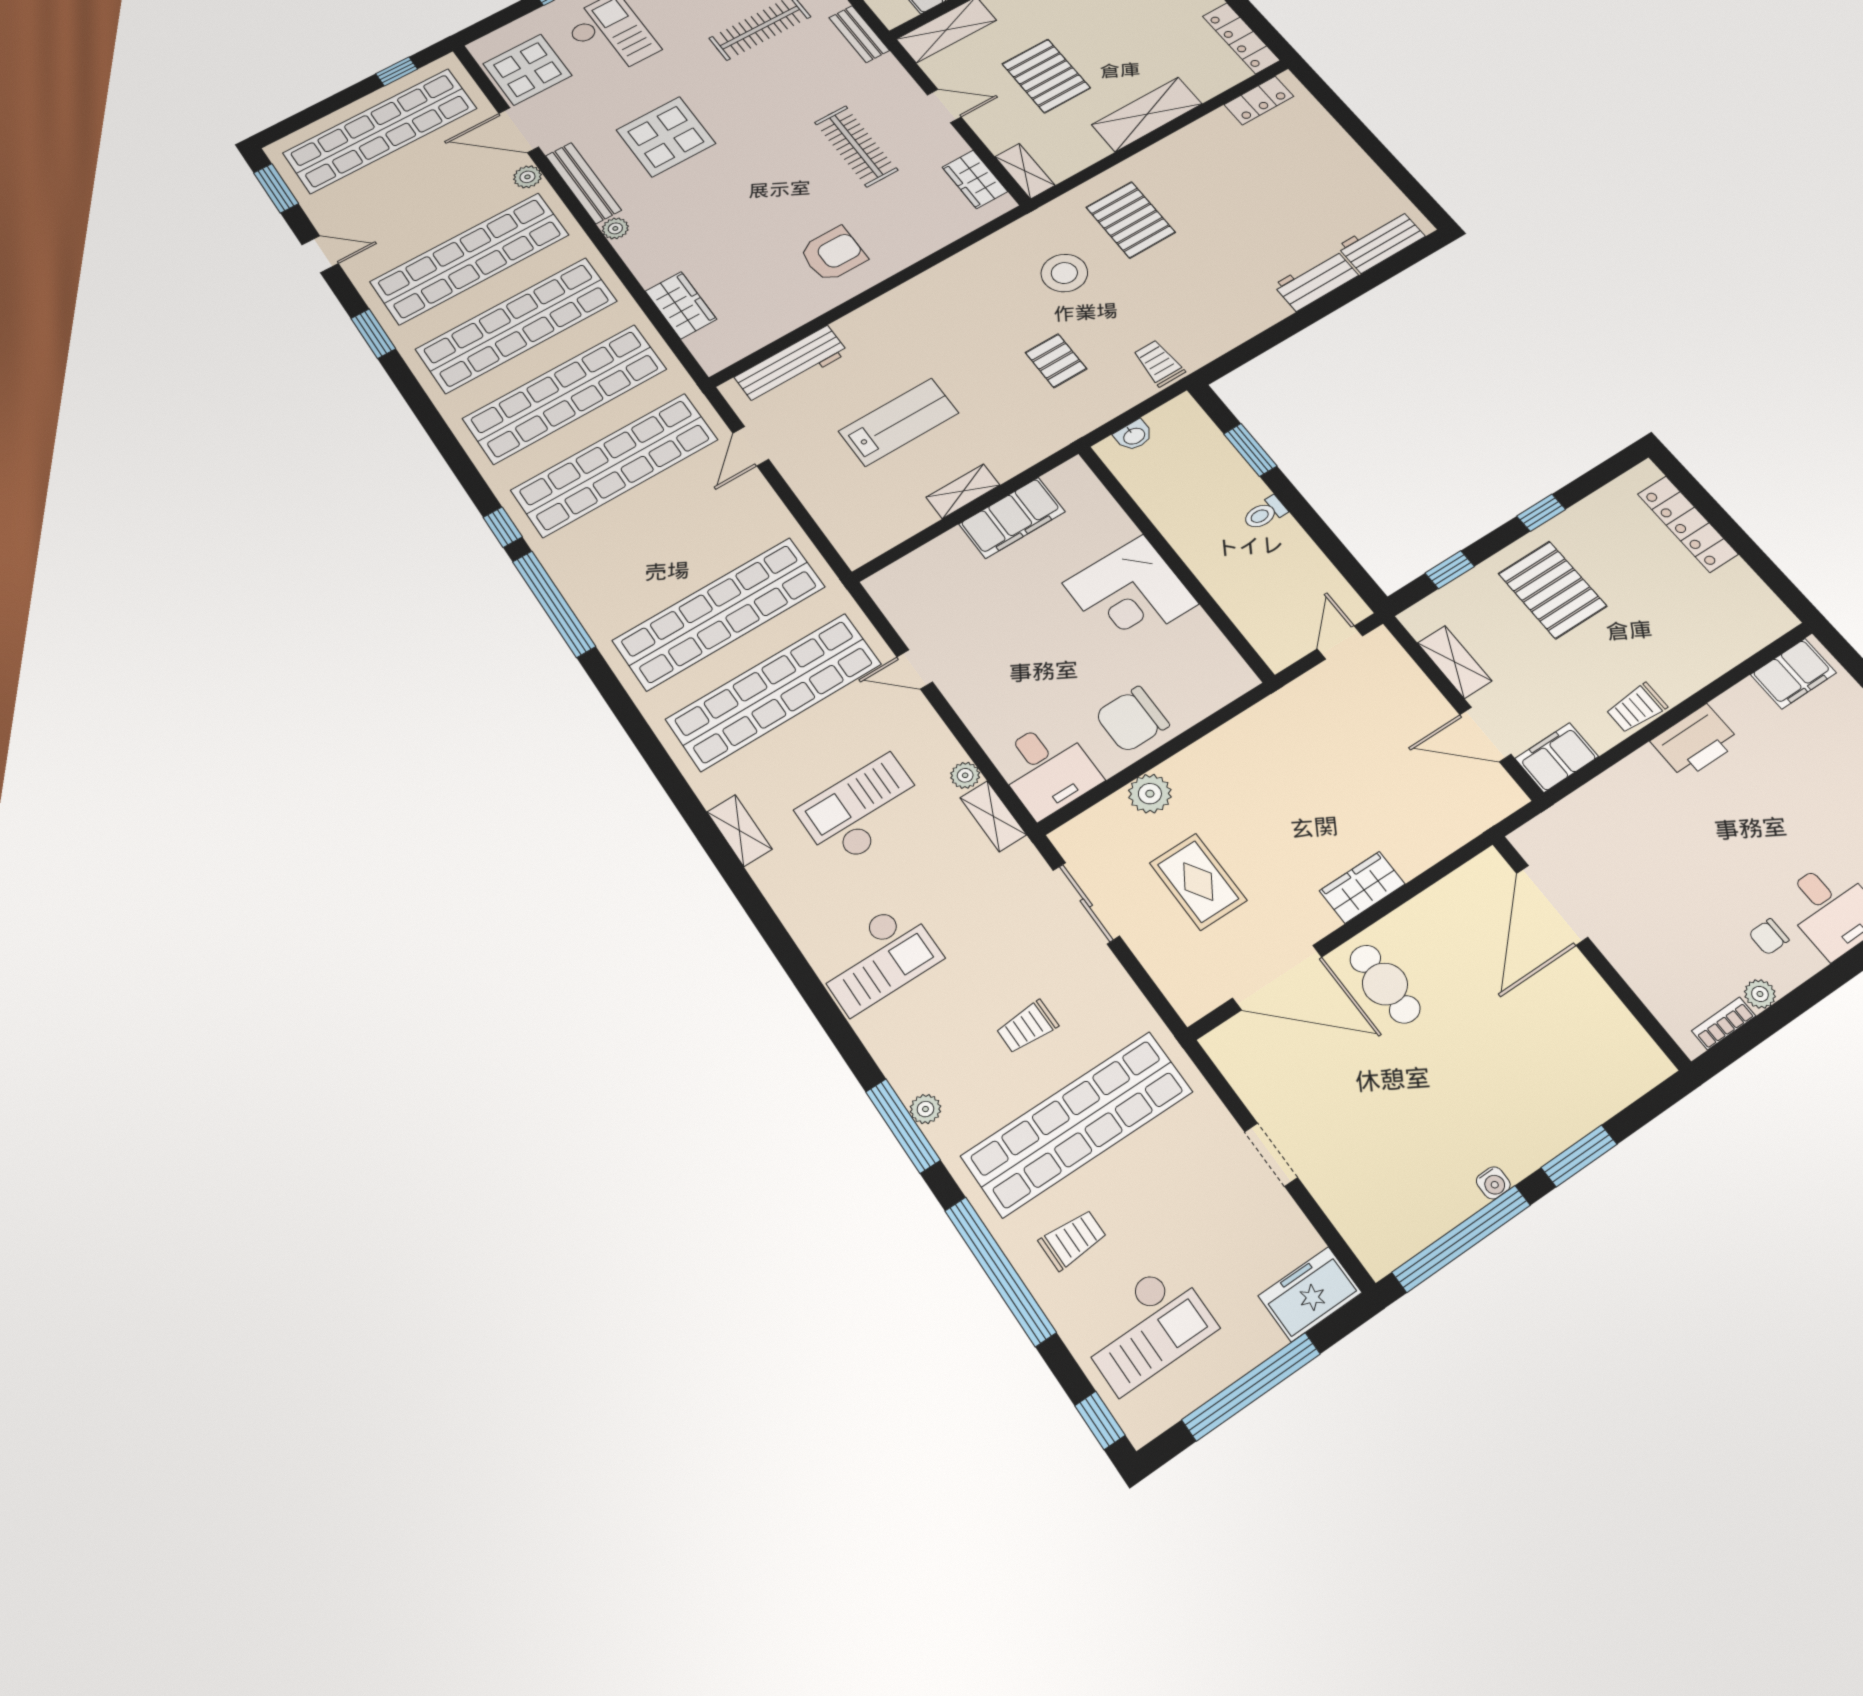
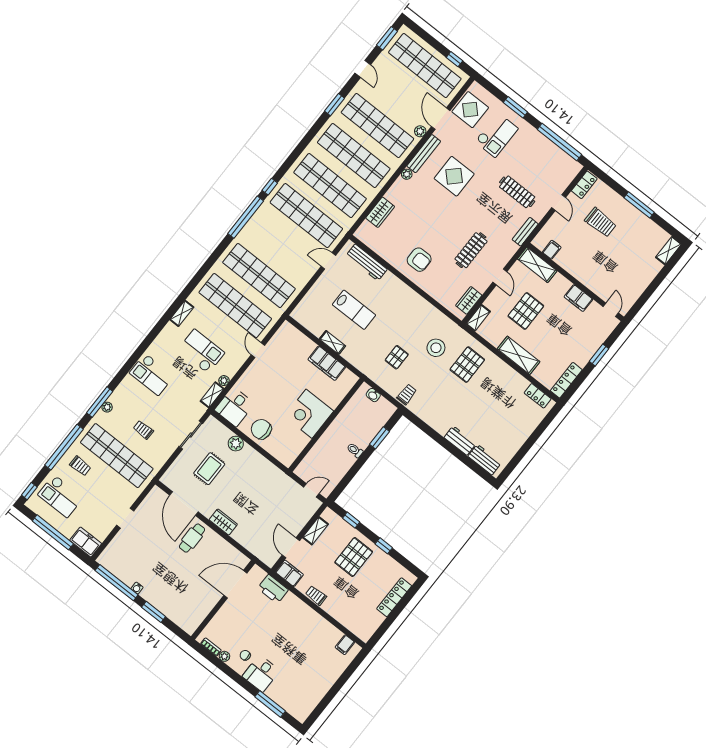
filing cabinet: (1793, 674) -> (345, 645), width x0.50
printer: (1695, 742) -> (273, 589), moved

